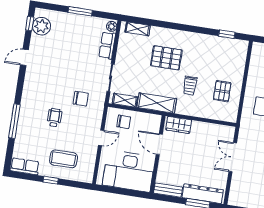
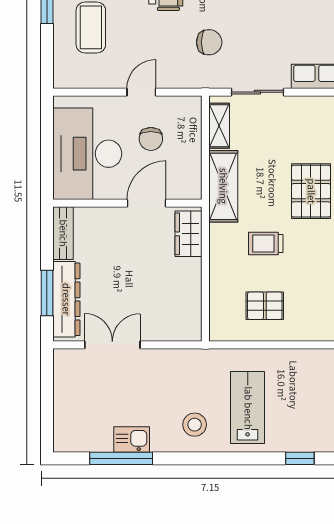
chair: (81, 99) -> (209, 42), turned -90
chair: (124, 122) -> (151, 139), moved
door: (101, 138) -> (141, 92), swing flipped
double door: (233, 157) -> (112, 345), moved

